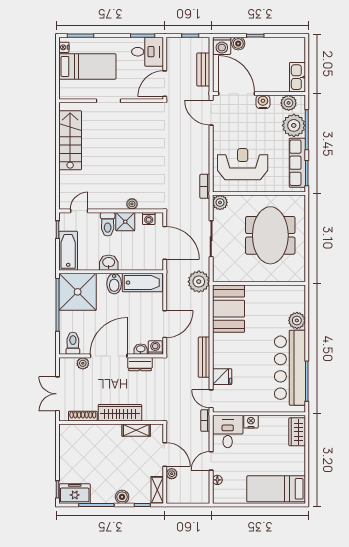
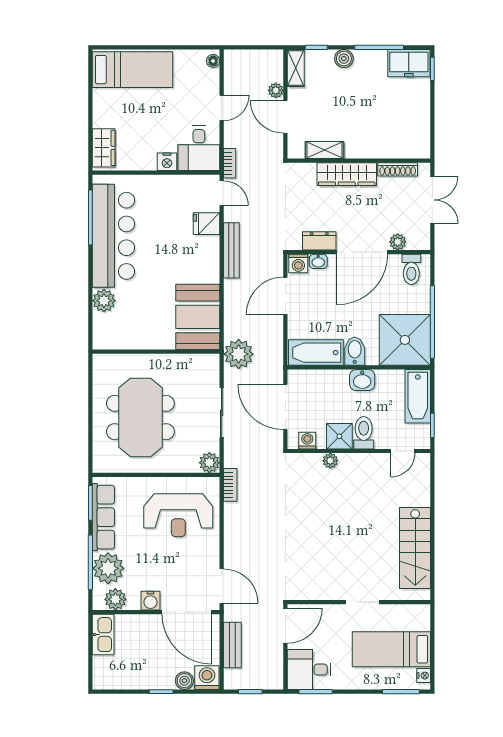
floor lamp: (217, 480) -> (213, 61), moved

